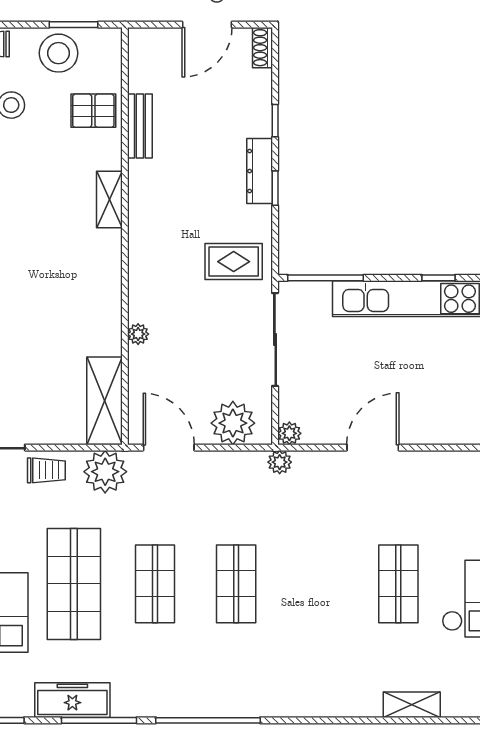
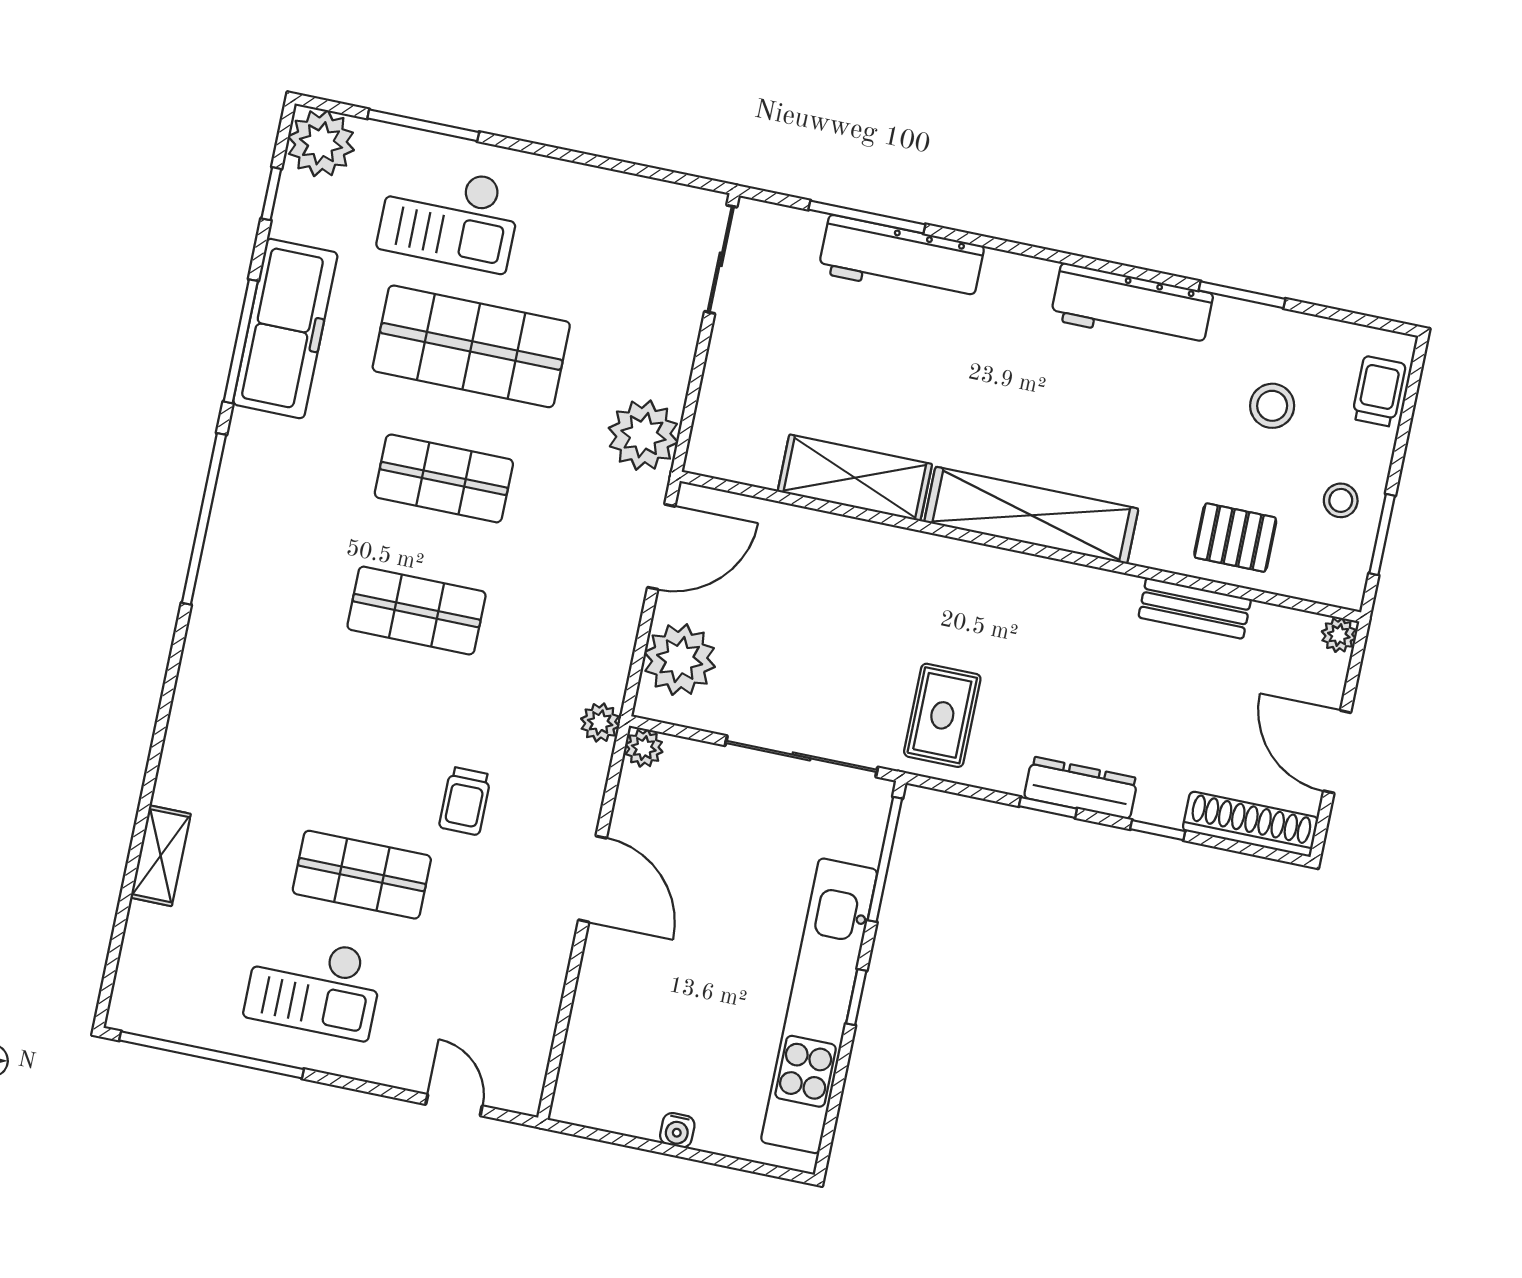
shoe rack: (262, 48) -> (1250, 824), width x1.94, depth x1.24
stool: (59, 53) -> (1341, 500), width x0.53, depth x0.53
pallet: (93, 111) -> (1235, 538), turned 90
shelving: (109, 200) -> (1031, 515), width x2.20, depth x1.33
window: (438, 278) -> (856, 997), moved
plant: (138, 334) -> (1339, 635), moved
shelving: (104, 401) -> (855, 478), moved
trolley: (46, 470) -> (465, 801), moved
freezer: (72, 700) -> (285, 329), width x1.36, depth x1.26

